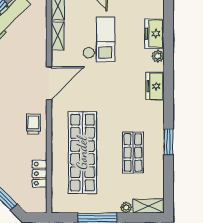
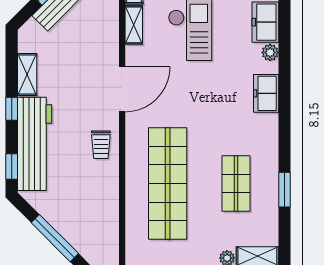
trolley: (33, 124) -> (101, 145), turned 180
window: (169, 142) -> (284, 190), moved
locker: (40, 174) -> (109, 212), removed

